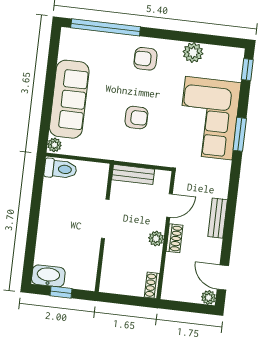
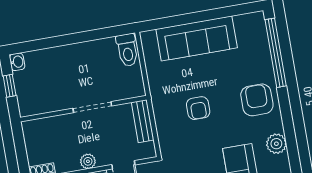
armchair: (145, 59) -> (257, 100), width x1.38, depth x1.38
plant: (54, 145) -> (149, 37), removed
washbasin: (48, 276) -> (17, 62), width x0.52, depth x0.69

